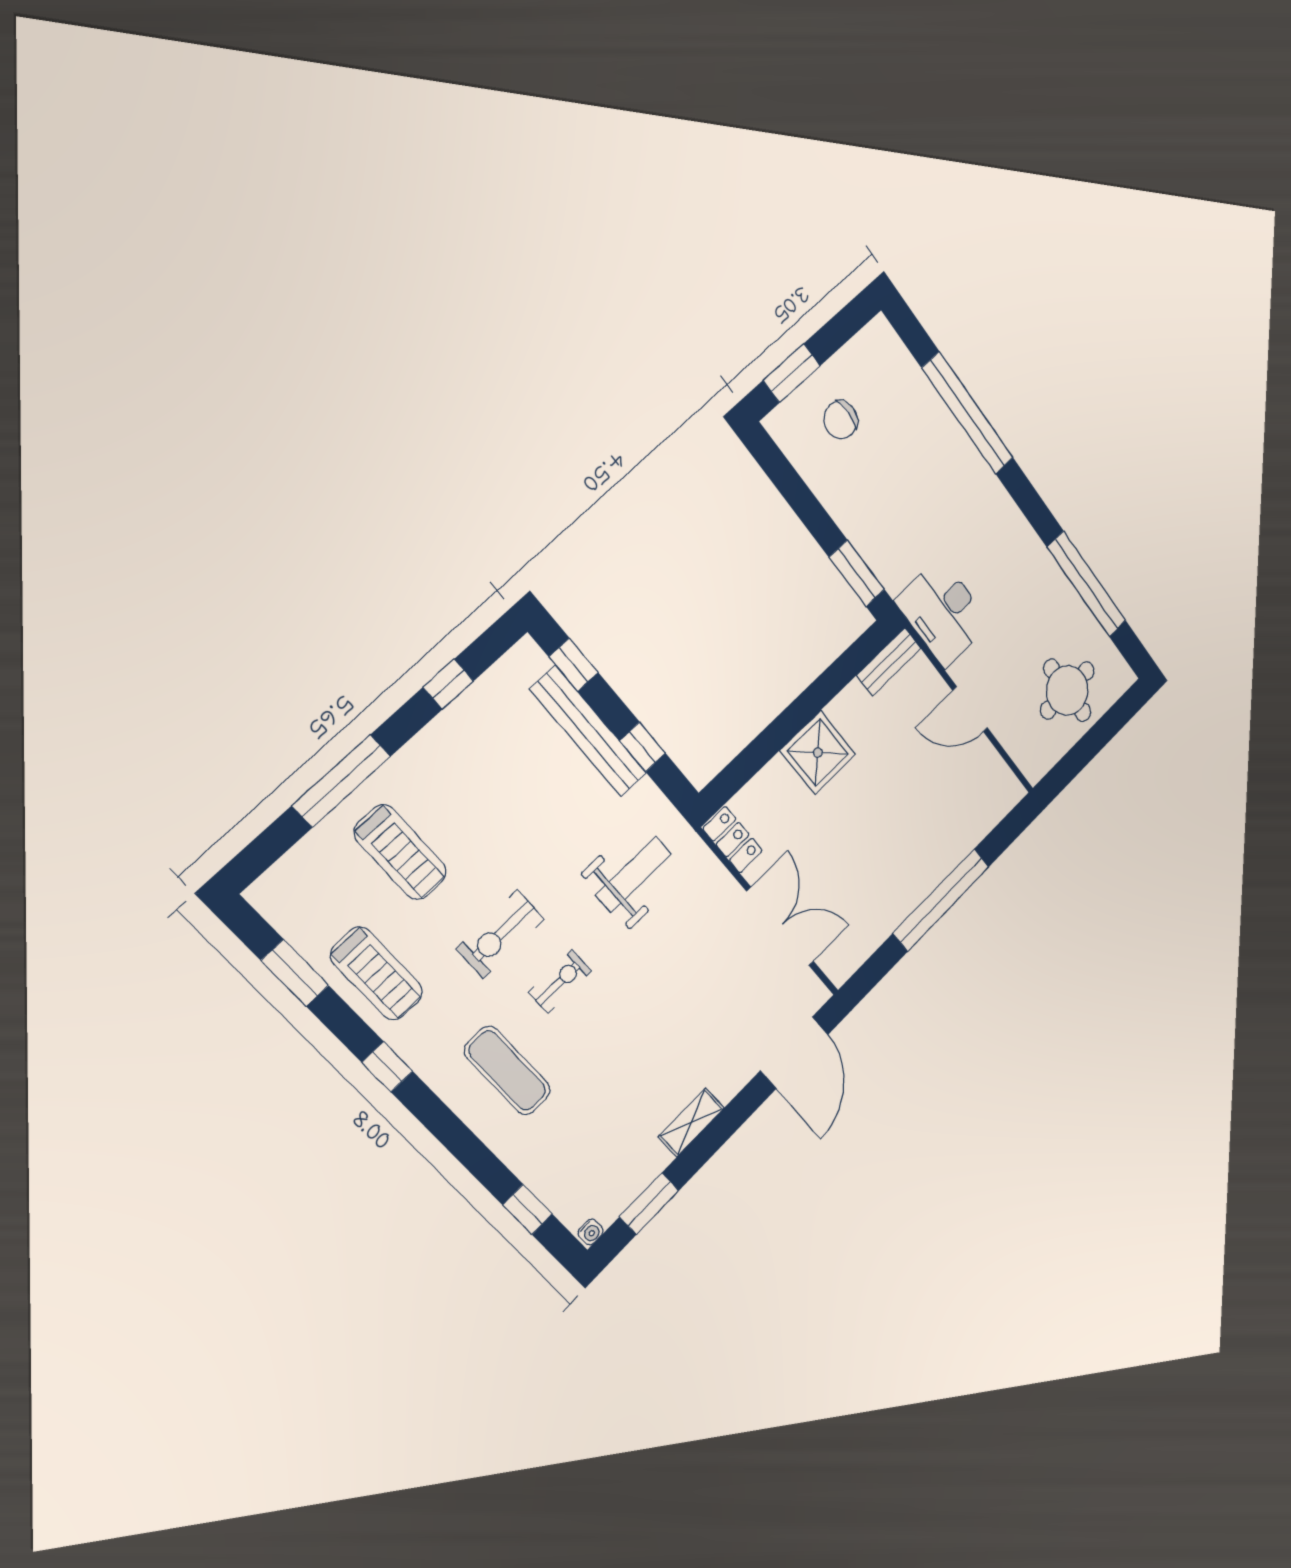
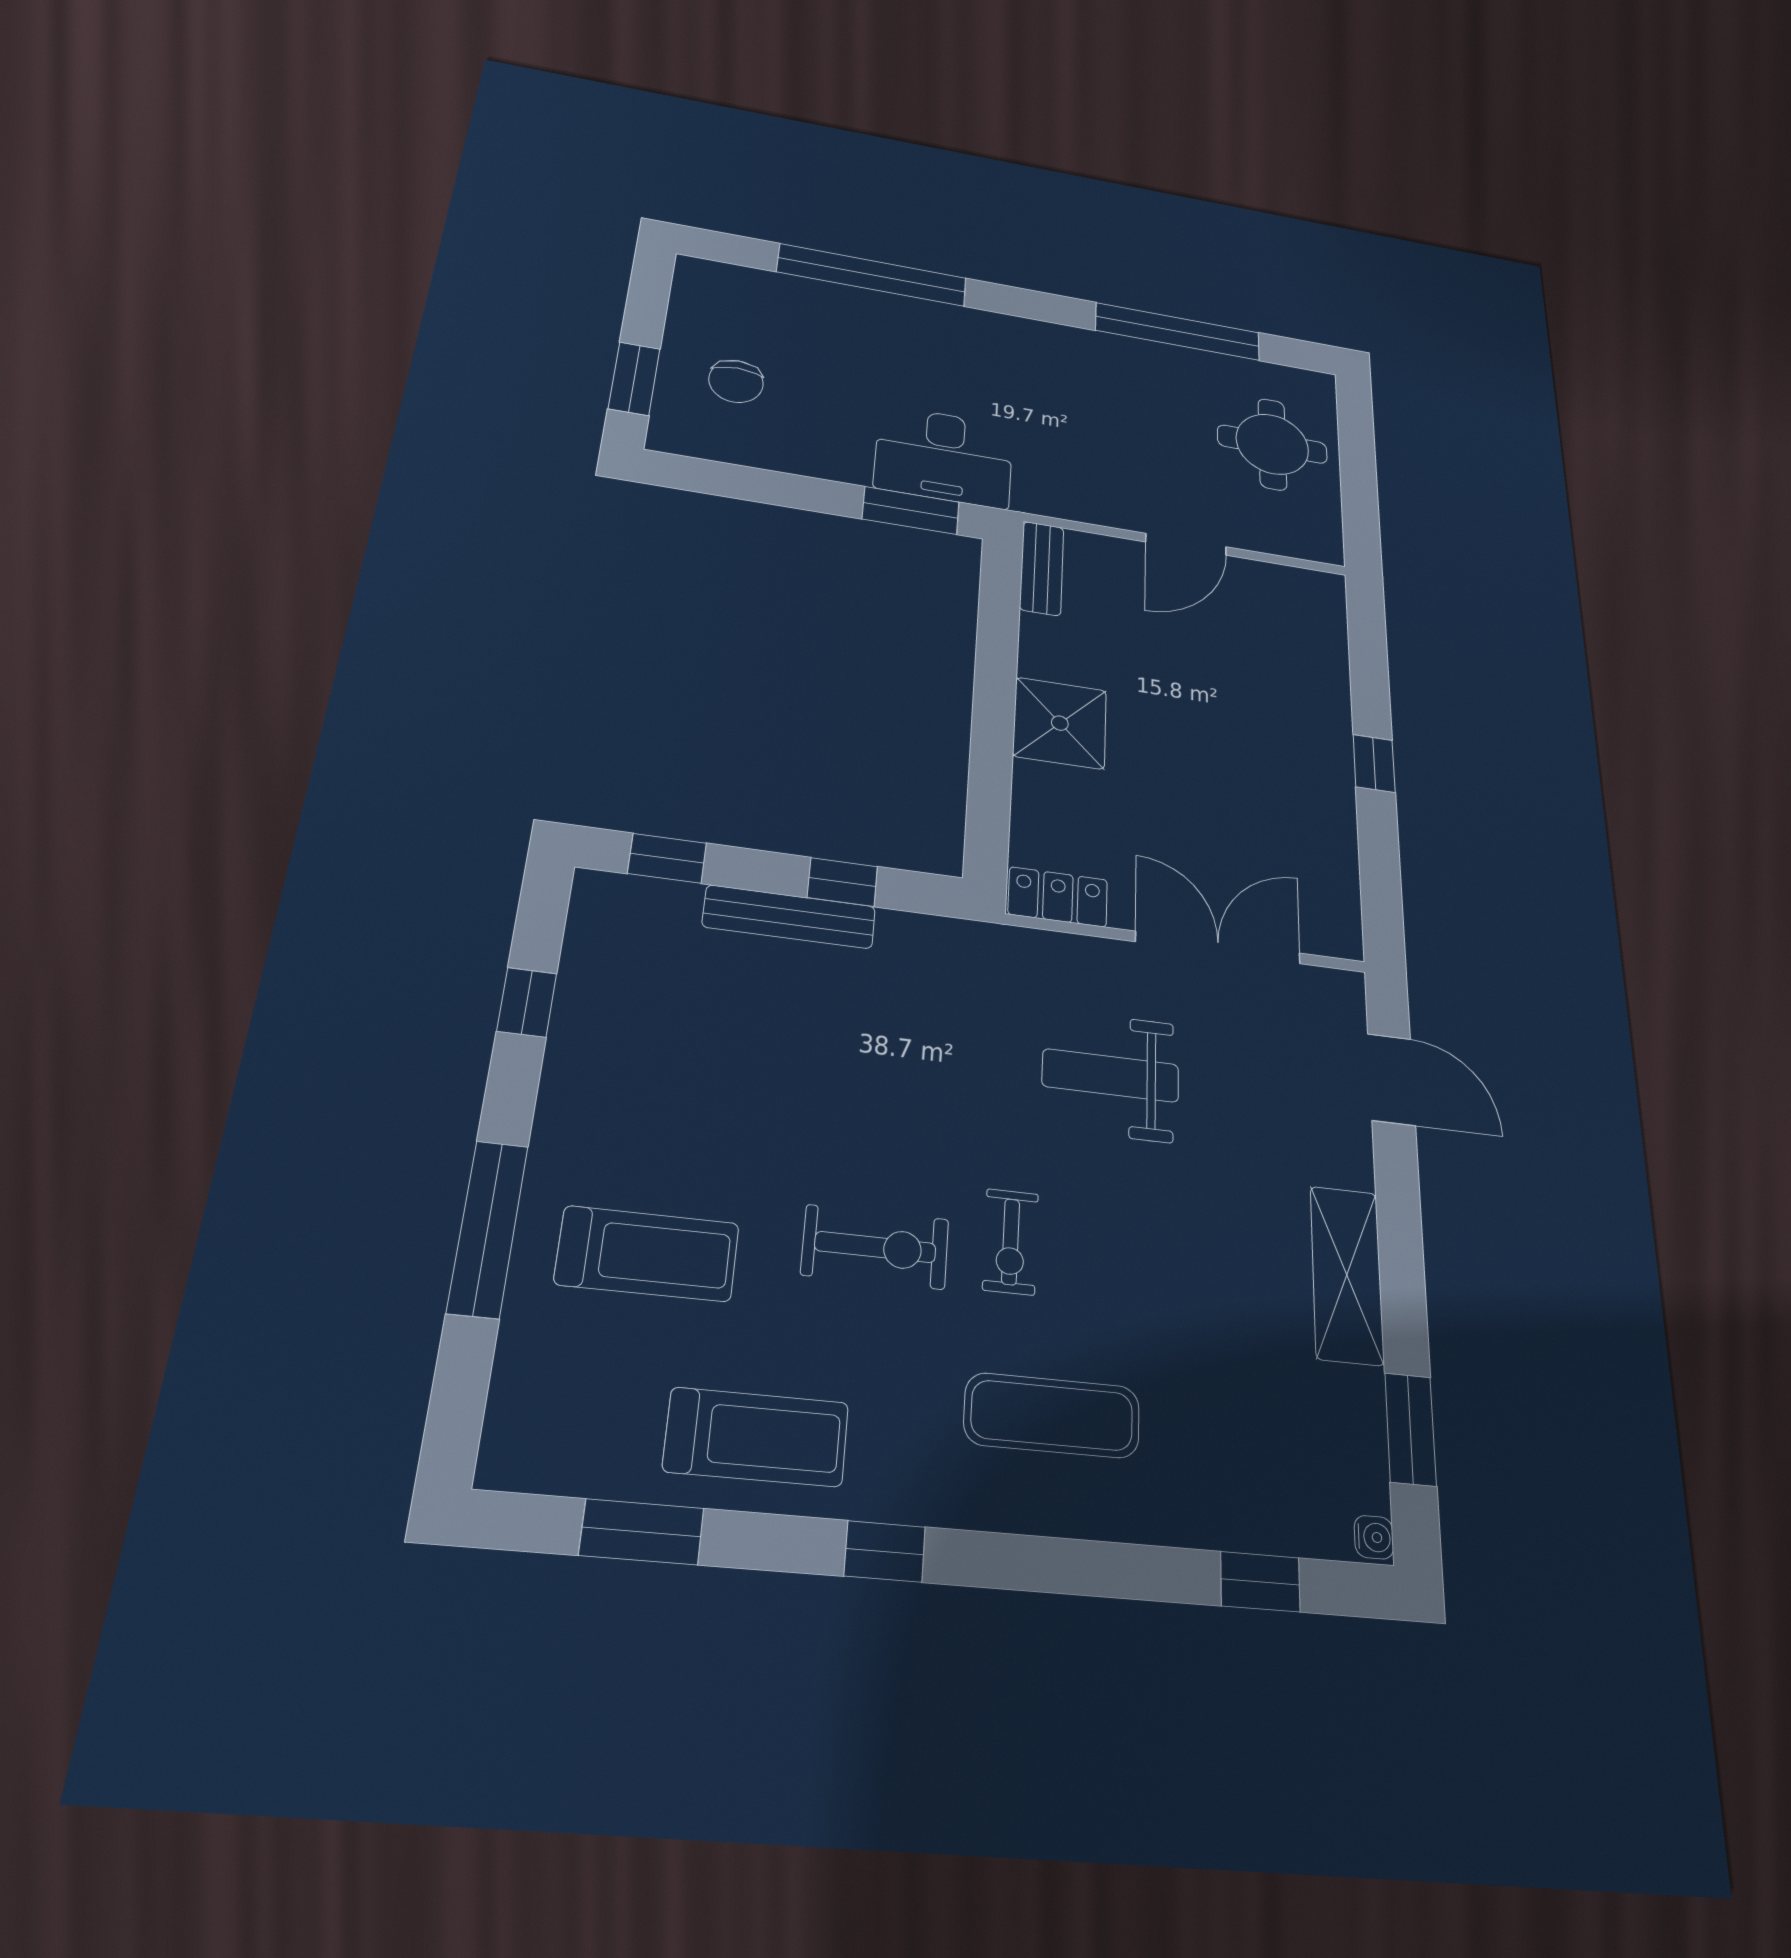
desk: (943, 612) -> (944, 457), moved
bench: (588, 731) -> (789, 917), width x0.73, depth x0.82
weight bench: (633, 875) -> (1111, 1075), moved, turned -90
window: (941, 900) -> (1374, 763), width x0.32
exercise bike: (500, 934) -> (875, 1247), turned -90
exercise bike: (560, 982) -> (1011, 1242), turned 180
door: (794, 1053) -> (1391, 1079), width x0.73
shelving: (691, 1122) -> (1347, 1275), width x1.50, depth x1.33

